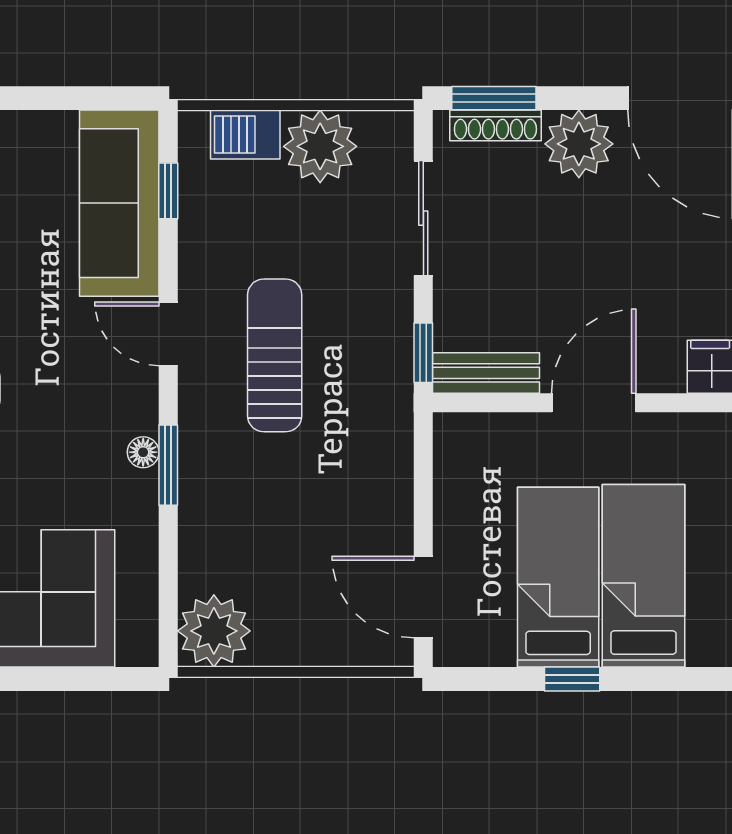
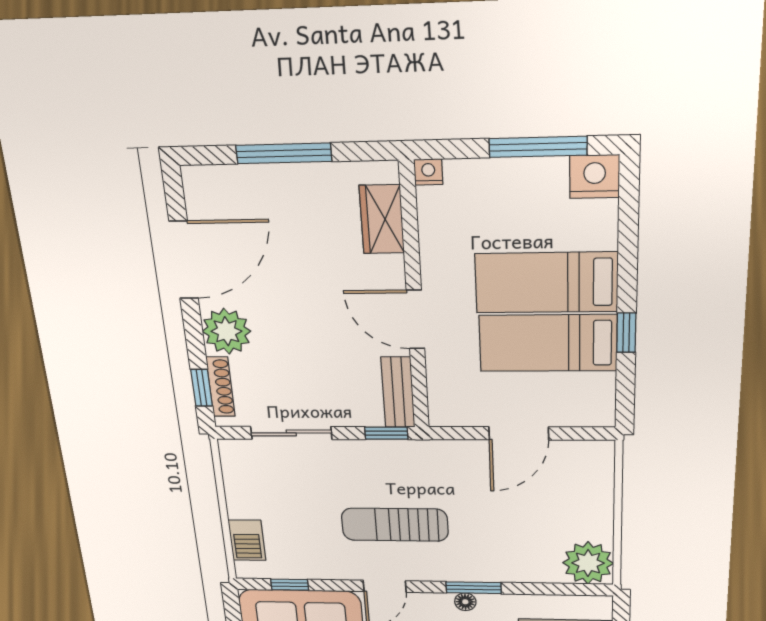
window: (494, 98) -> (202, 388), width x0.67
plant: (320, 146) -> (249, 496), removed
door: (423, 597) -> (519, 433), moved

